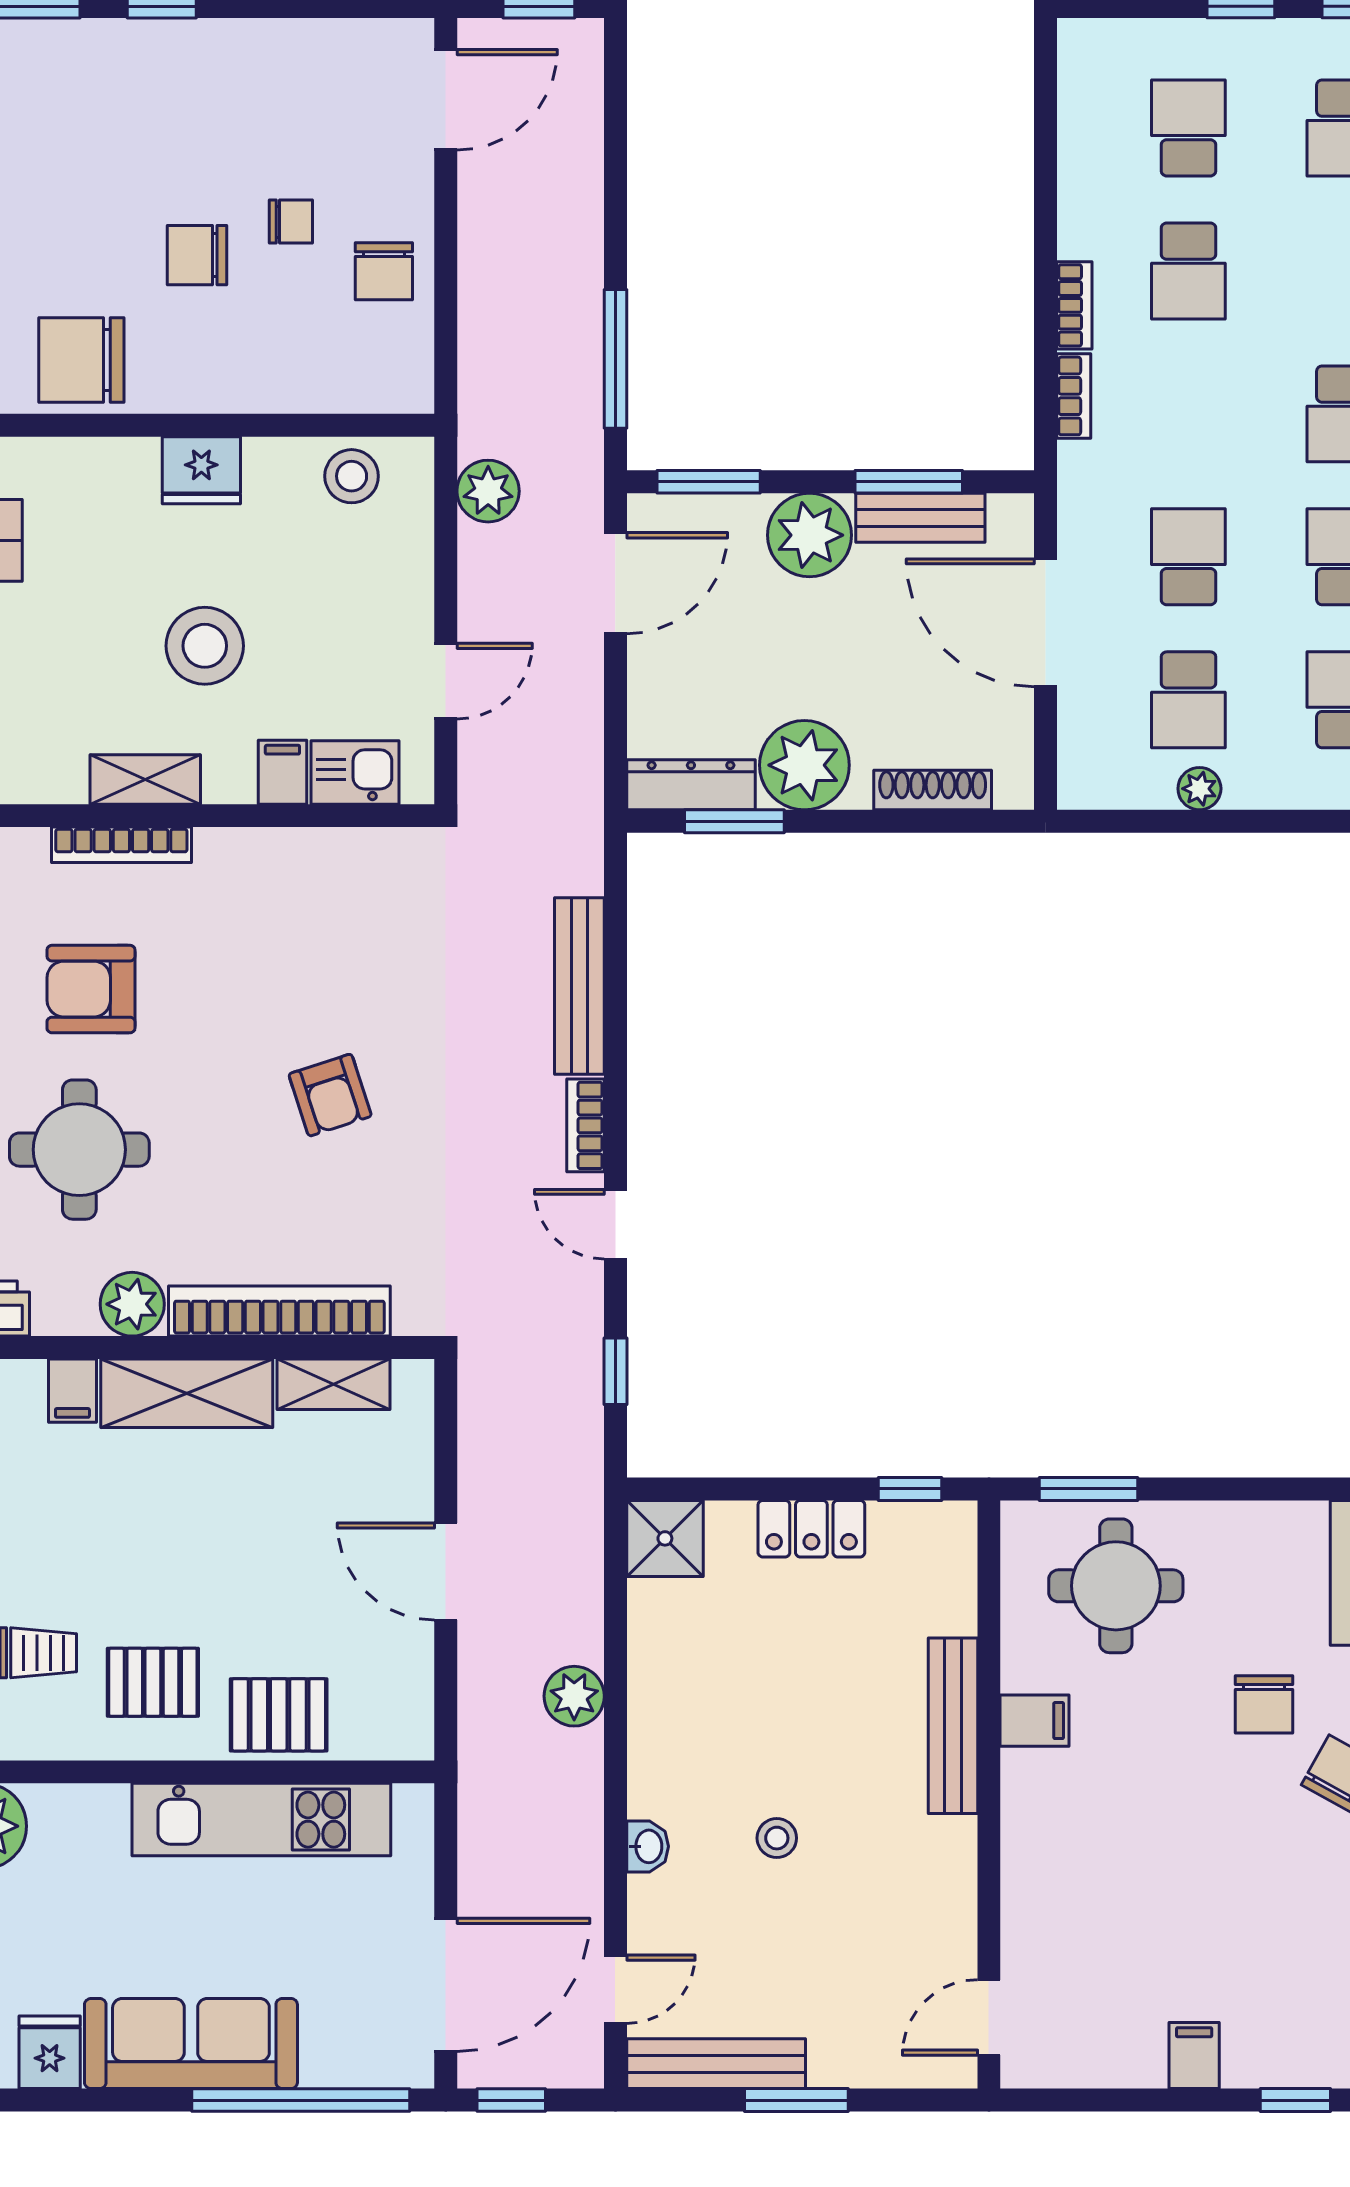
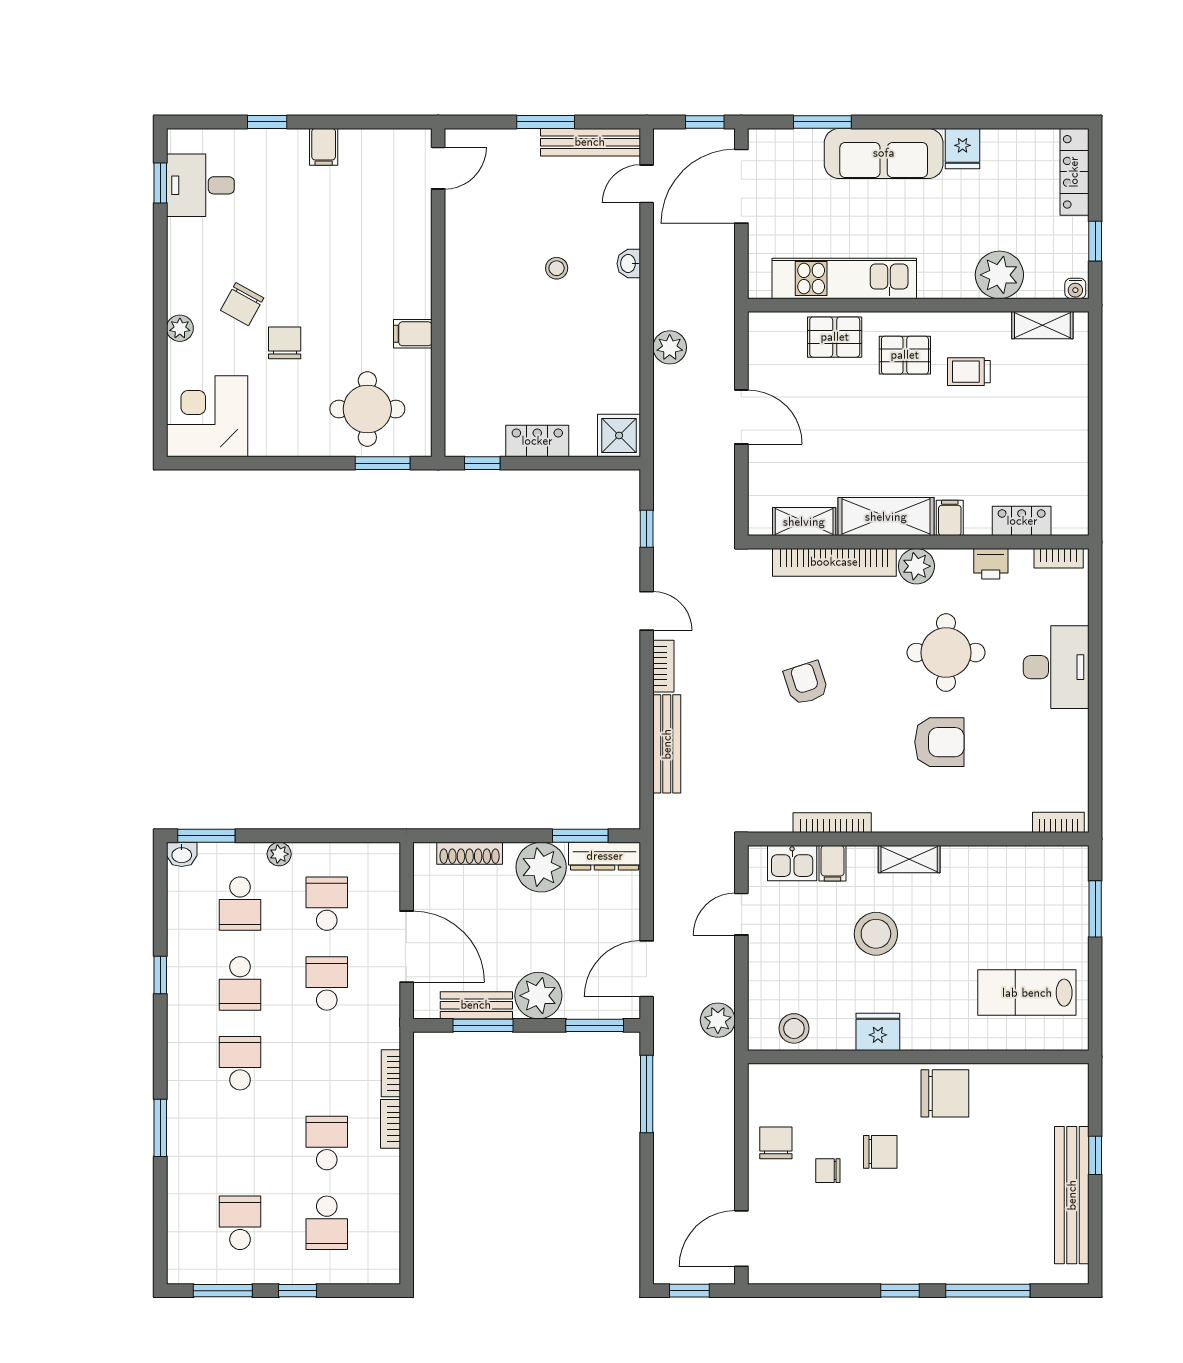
school desk: (1188, 557) -> (327, 983), turned 180
plant: (1199, 789) -> (279, 854), moved
bookcase: (121, 845) -> (832, 823), moved
bench: (953, 1726) -> (458, 331), removed
window: (301, 2100) -> (822, 122), width x0.47

